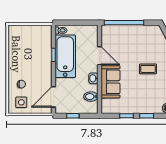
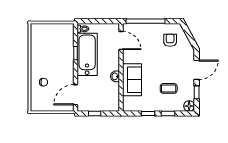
armchair: (149, 42) -> (170, 40), added
door: (99, 56) -> (121, 40), moved
coffee table: (148, 69) -> (169, 88), moved
bidet: (91, 97) -> (113, 94), removed
side table: (21, 102) -> (43, 100), removed

